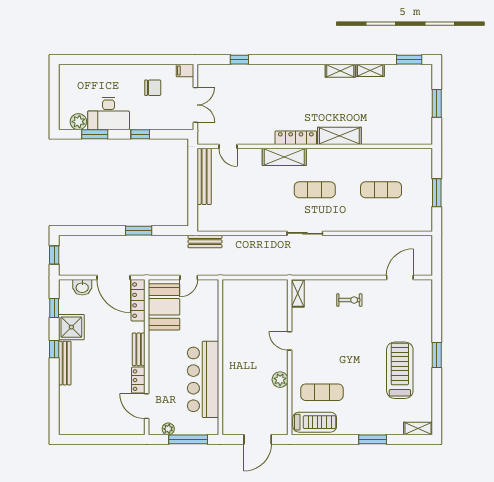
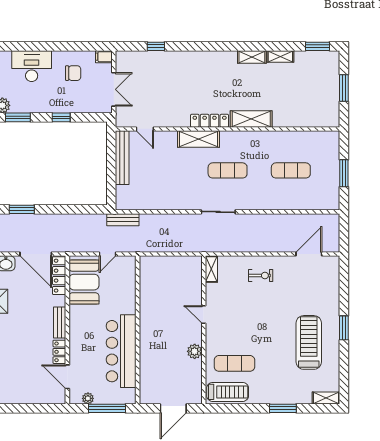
desk: (109, 114) -> (32, 66), moved, turned 180
window: (139, 231) -> (22, 209), moved

